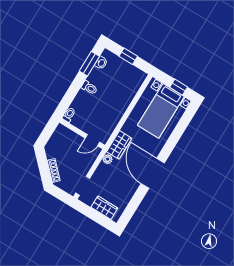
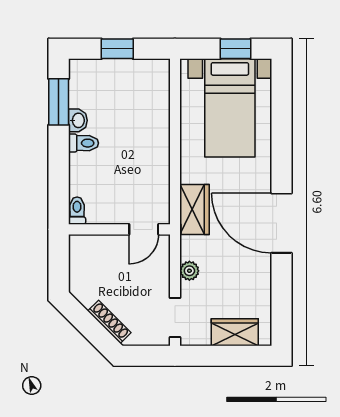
washbasin: (101, 63) -> (78, 120), moved
plant: (108, 159) -> (189, 271), moved

